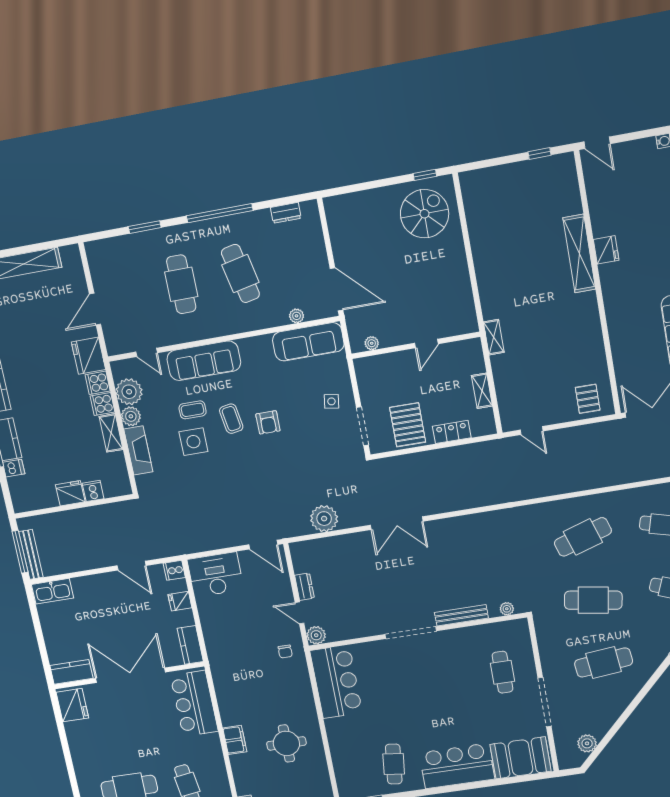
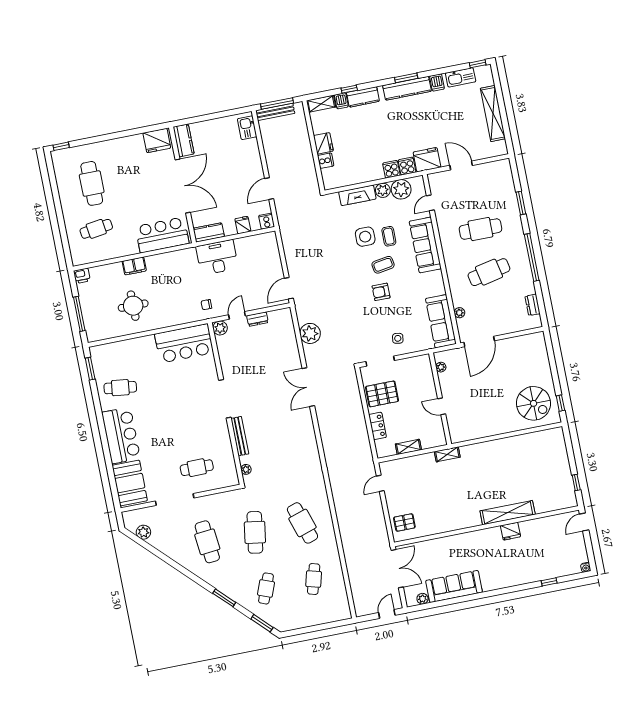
shelving: (111, 433) -> (321, 104), moved
desk: (215, 575) -> (217, 257), moved, turned -90
kitchen sink: (53, 591) -> (247, 128), width x0.73

